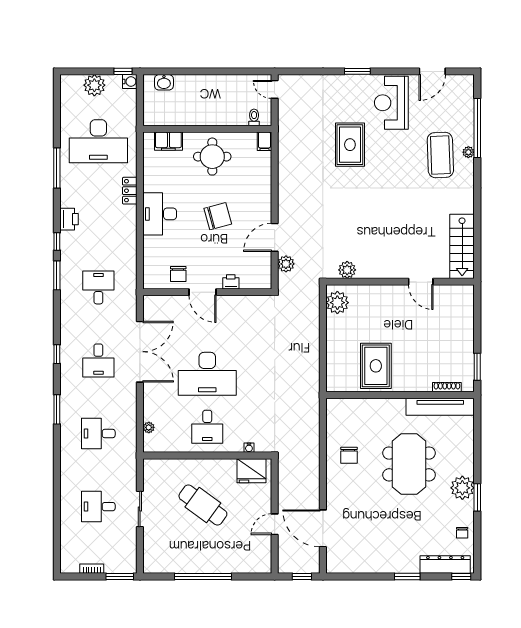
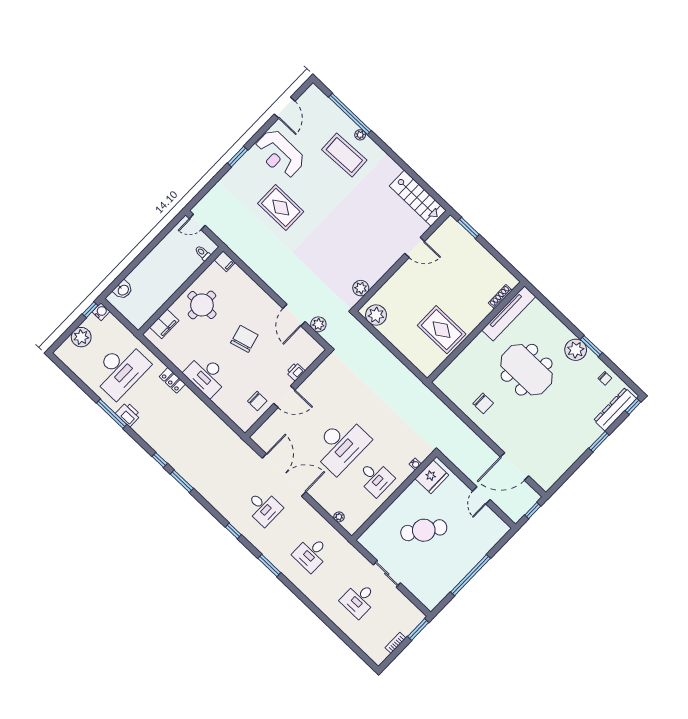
printer: (69, 219) -> (128, 414), moved
desk: (98, 287) -> (216, 462), removed
window: (477, 367) -> (468, 228), moved

